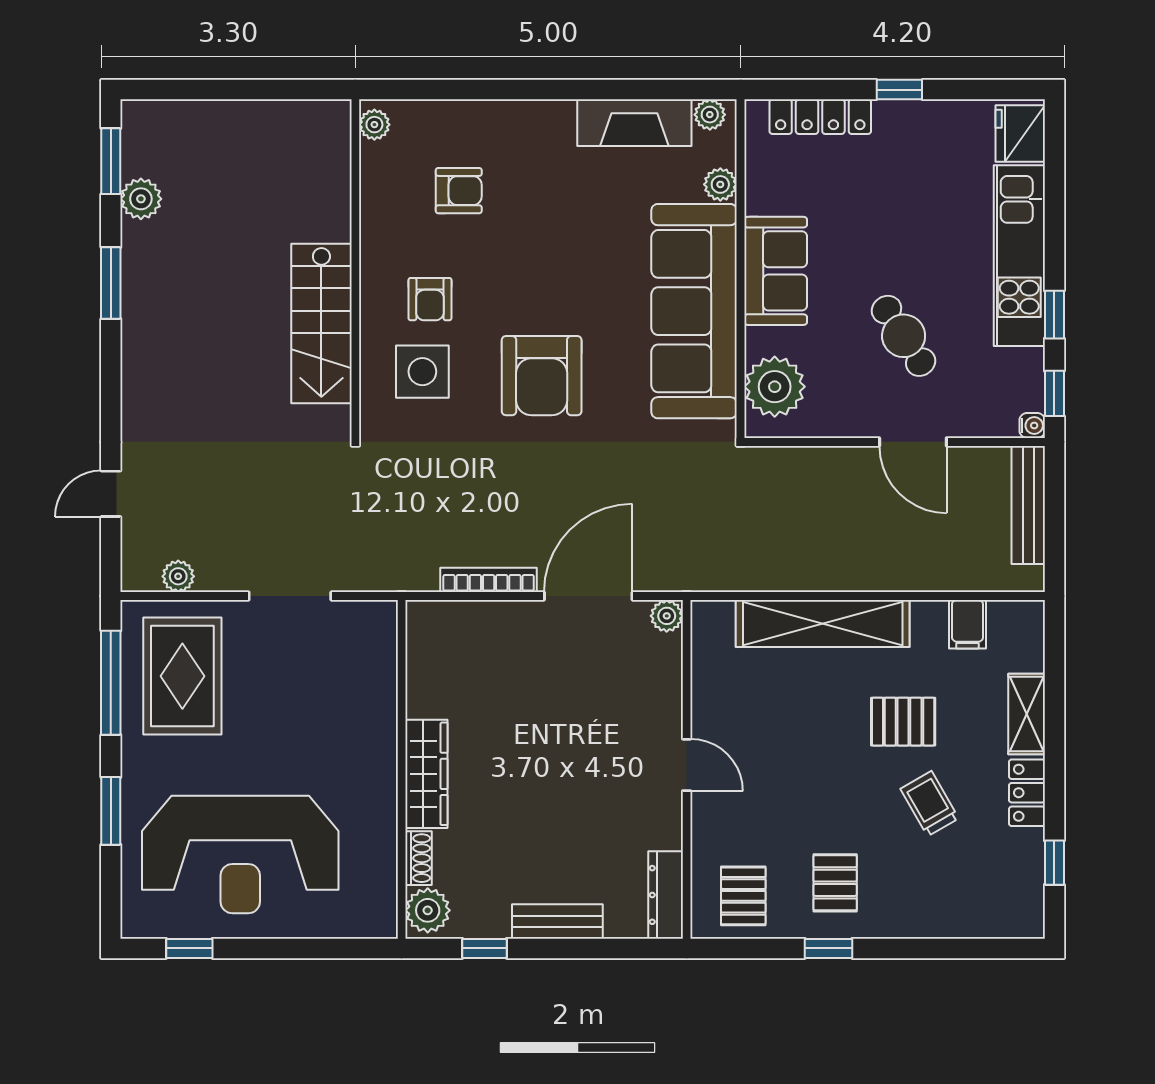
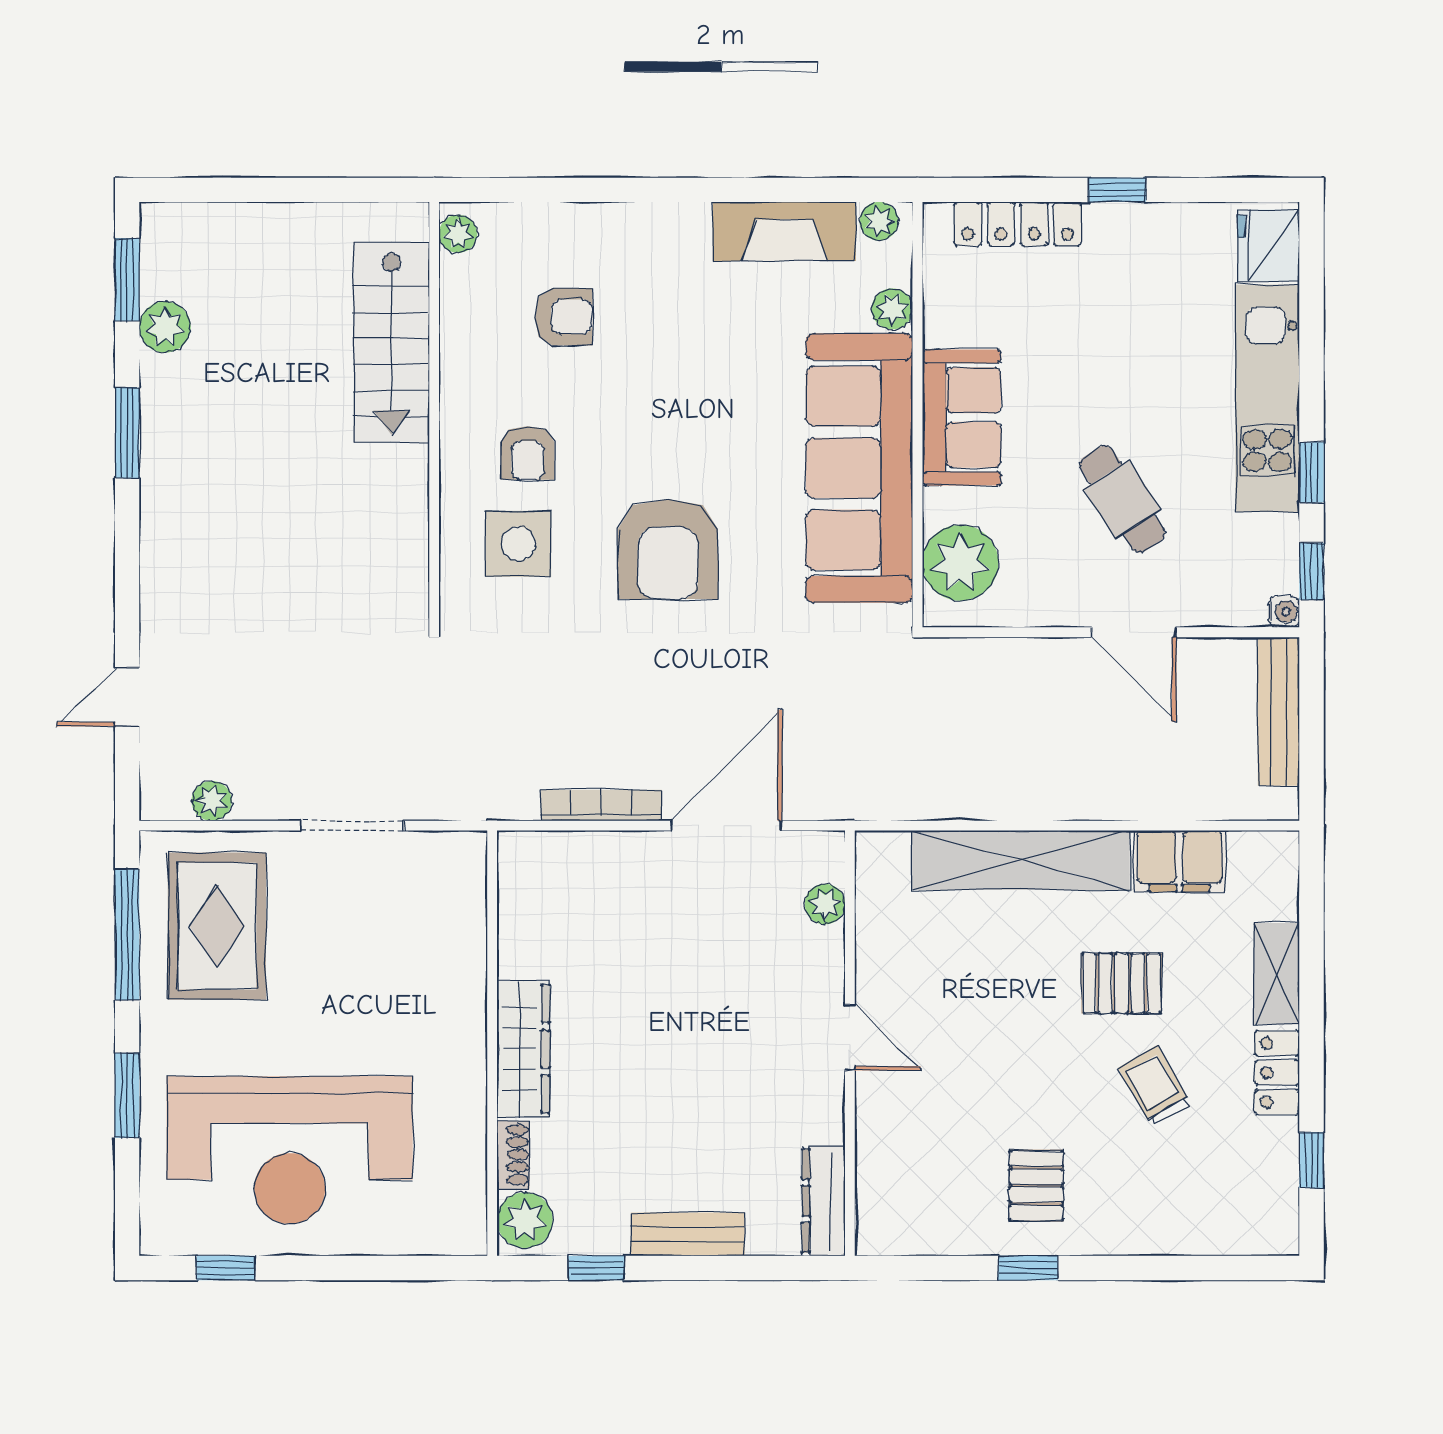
stairs: (321, 323) -> (391, 343), moved
plant: (667, 616) -> (825, 904), moved
filing cabinet: (968, 624) -> (1180, 861), width x2.00
pallet: (743, 896) -> (921, 1202), removed

